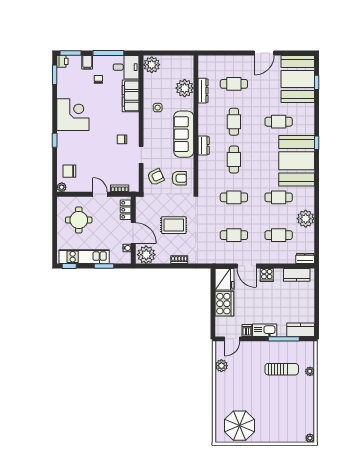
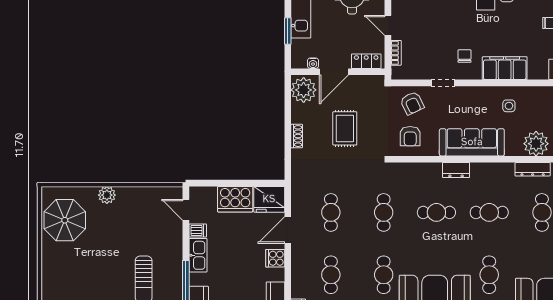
filing cabinet: (131, 96) -> (505, 68), moved
door: (100, 194) -> (388, 25), swing flipped
plant: (221, 366) -> (107, 195), moved

